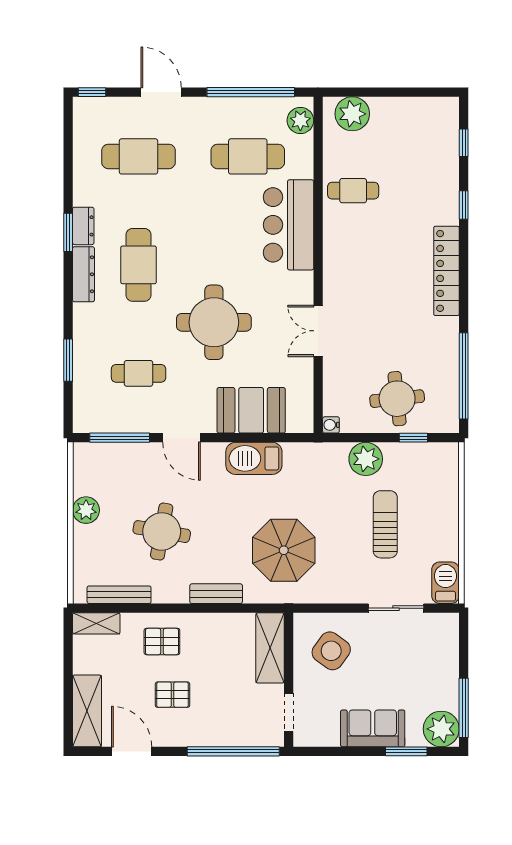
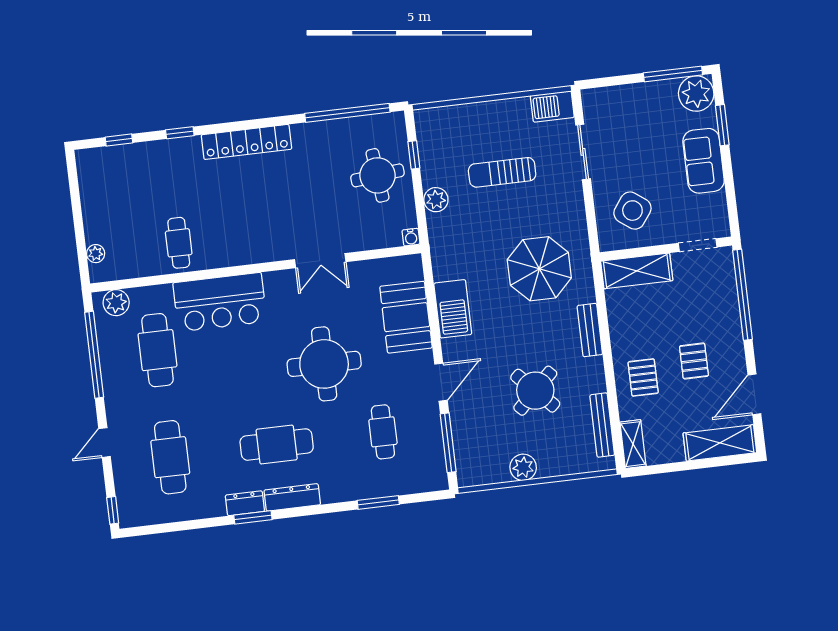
door: (161, 92) -> (105, 443), width x0.73
plant: (352, 114) -> (96, 254), width x0.53, depth x0.53
plant: (366, 459) -> (436, 200), width x0.73, depth x0.73
round table: (162, 532) -> (535, 391), turned 36

